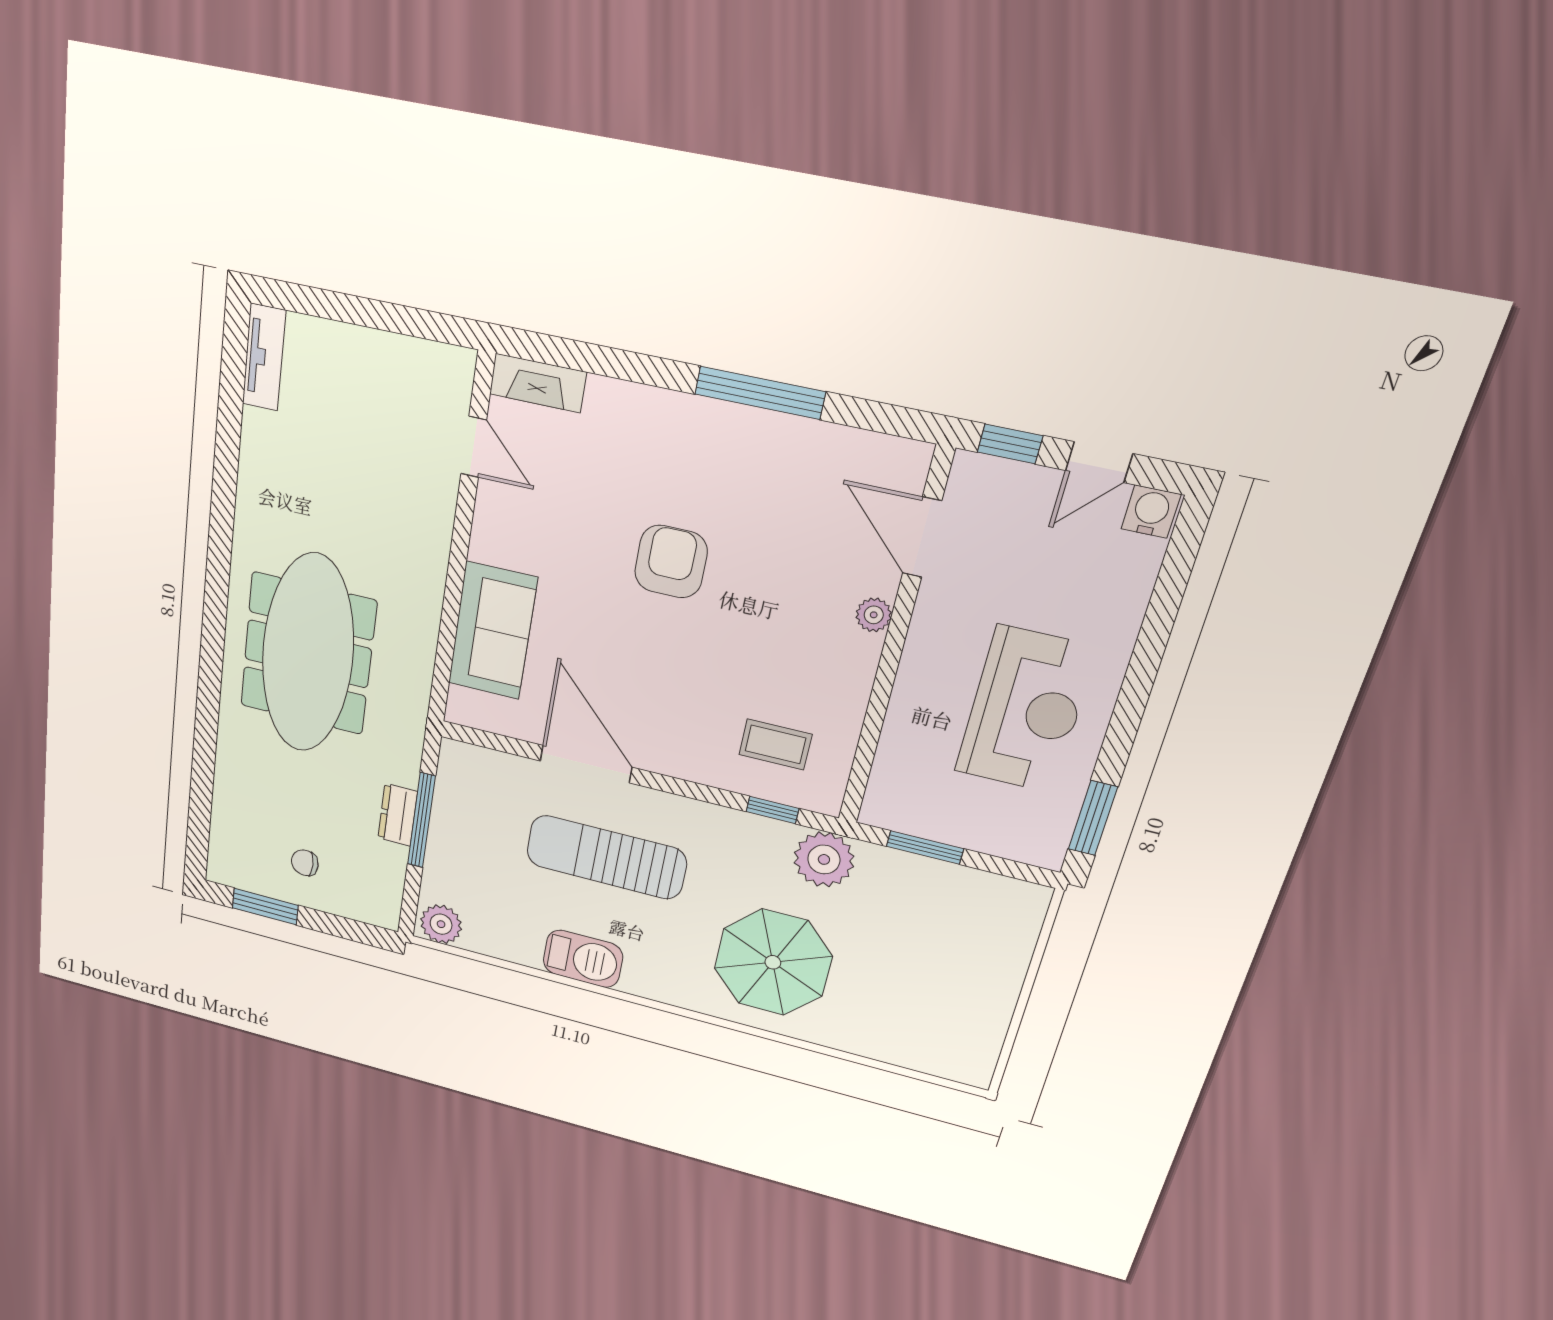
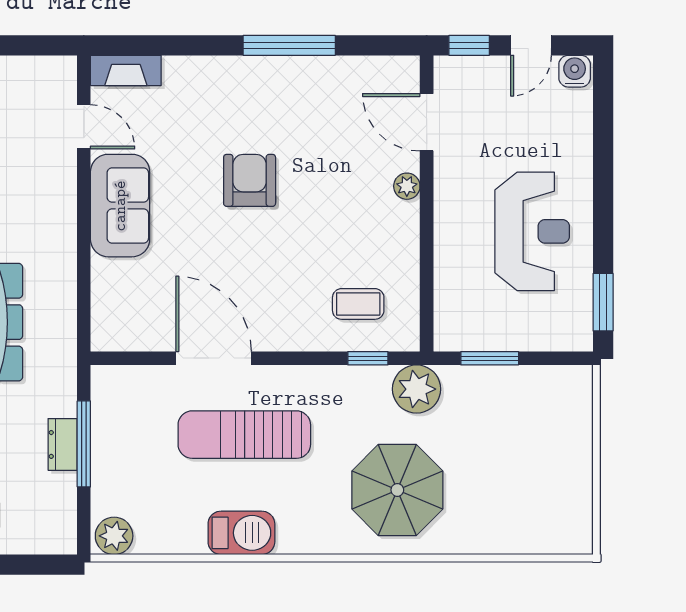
sofa: (493, 631) -> (120, 206), moved

